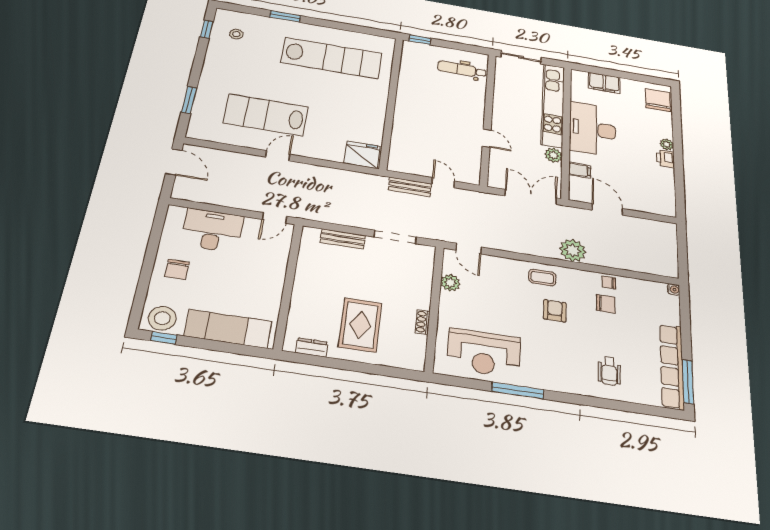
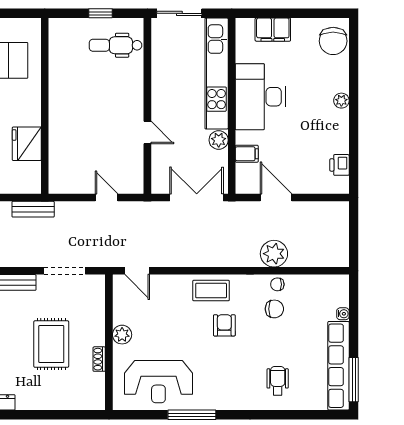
window: (420, 40) -> (100, 13), moved
chair: (658, 100) -> (333, 41), turned 180
fridge: (362, 155) -> (27, 144), moved, turned -90
printer: (666, 159) -> (339, 165), moved
bench: (410, 187) -> (33, 209), moved
plant: (573, 250) -> (274, 254), moved
coffee table: (542, 277) -> (211, 291), width x1.36, depth x1.30
plant: (450, 283) -> (122, 335), moved
water cooler: (674, 289) -> (343, 314), moved
rug: (360, 325) -> (51, 344), moved
wheelchair: (609, 371) -> (278, 381), turned 180

